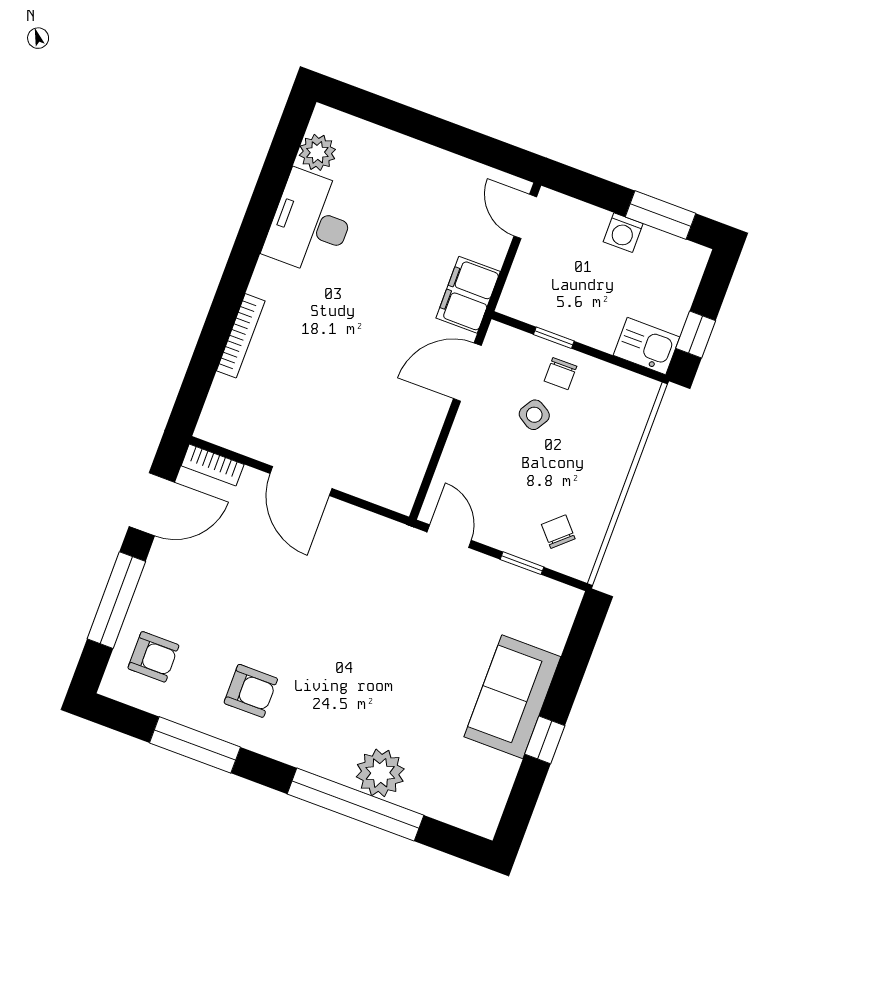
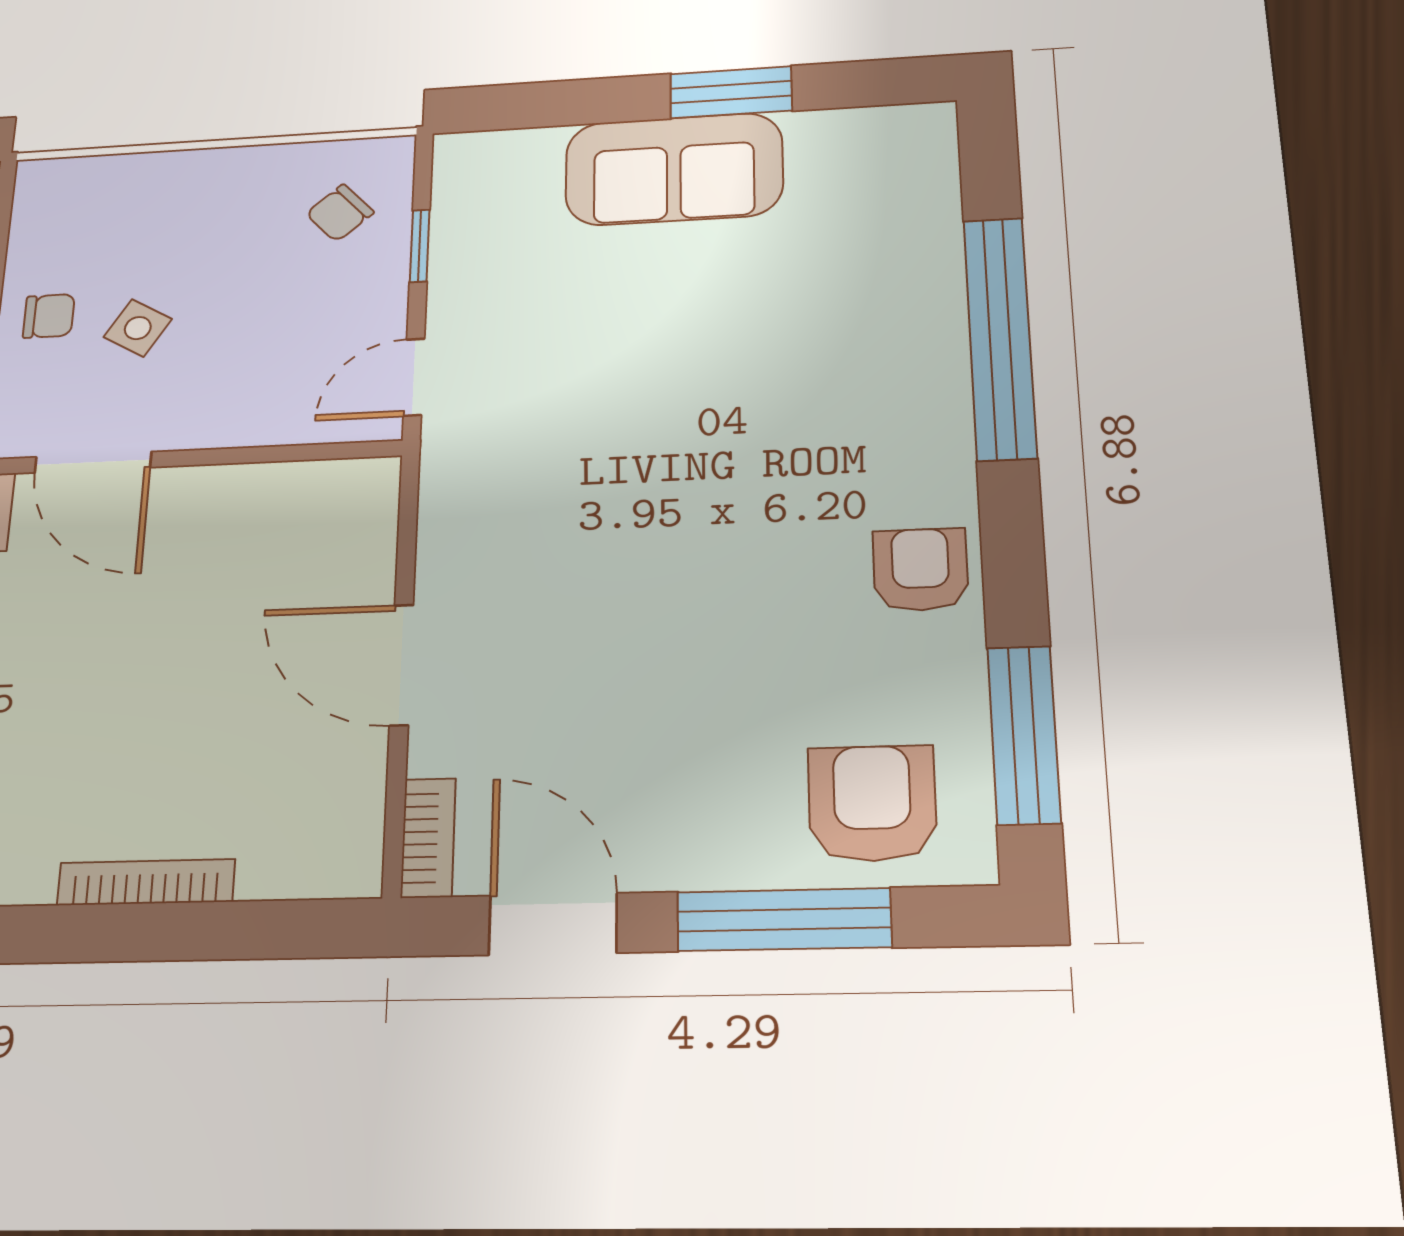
door: (301, 481) -> (401, 665), swing flipped
armchair: (153, 657) -> (872, 803), width x1.38, depth x1.38
armchair: (251, 691) -> (920, 570), moved
window: (545, 740) -> (731, 92), width x1.50
window: (195, 745) -> (1024, 735), moved
plant: (380, 773) -> (918, 320), removed

